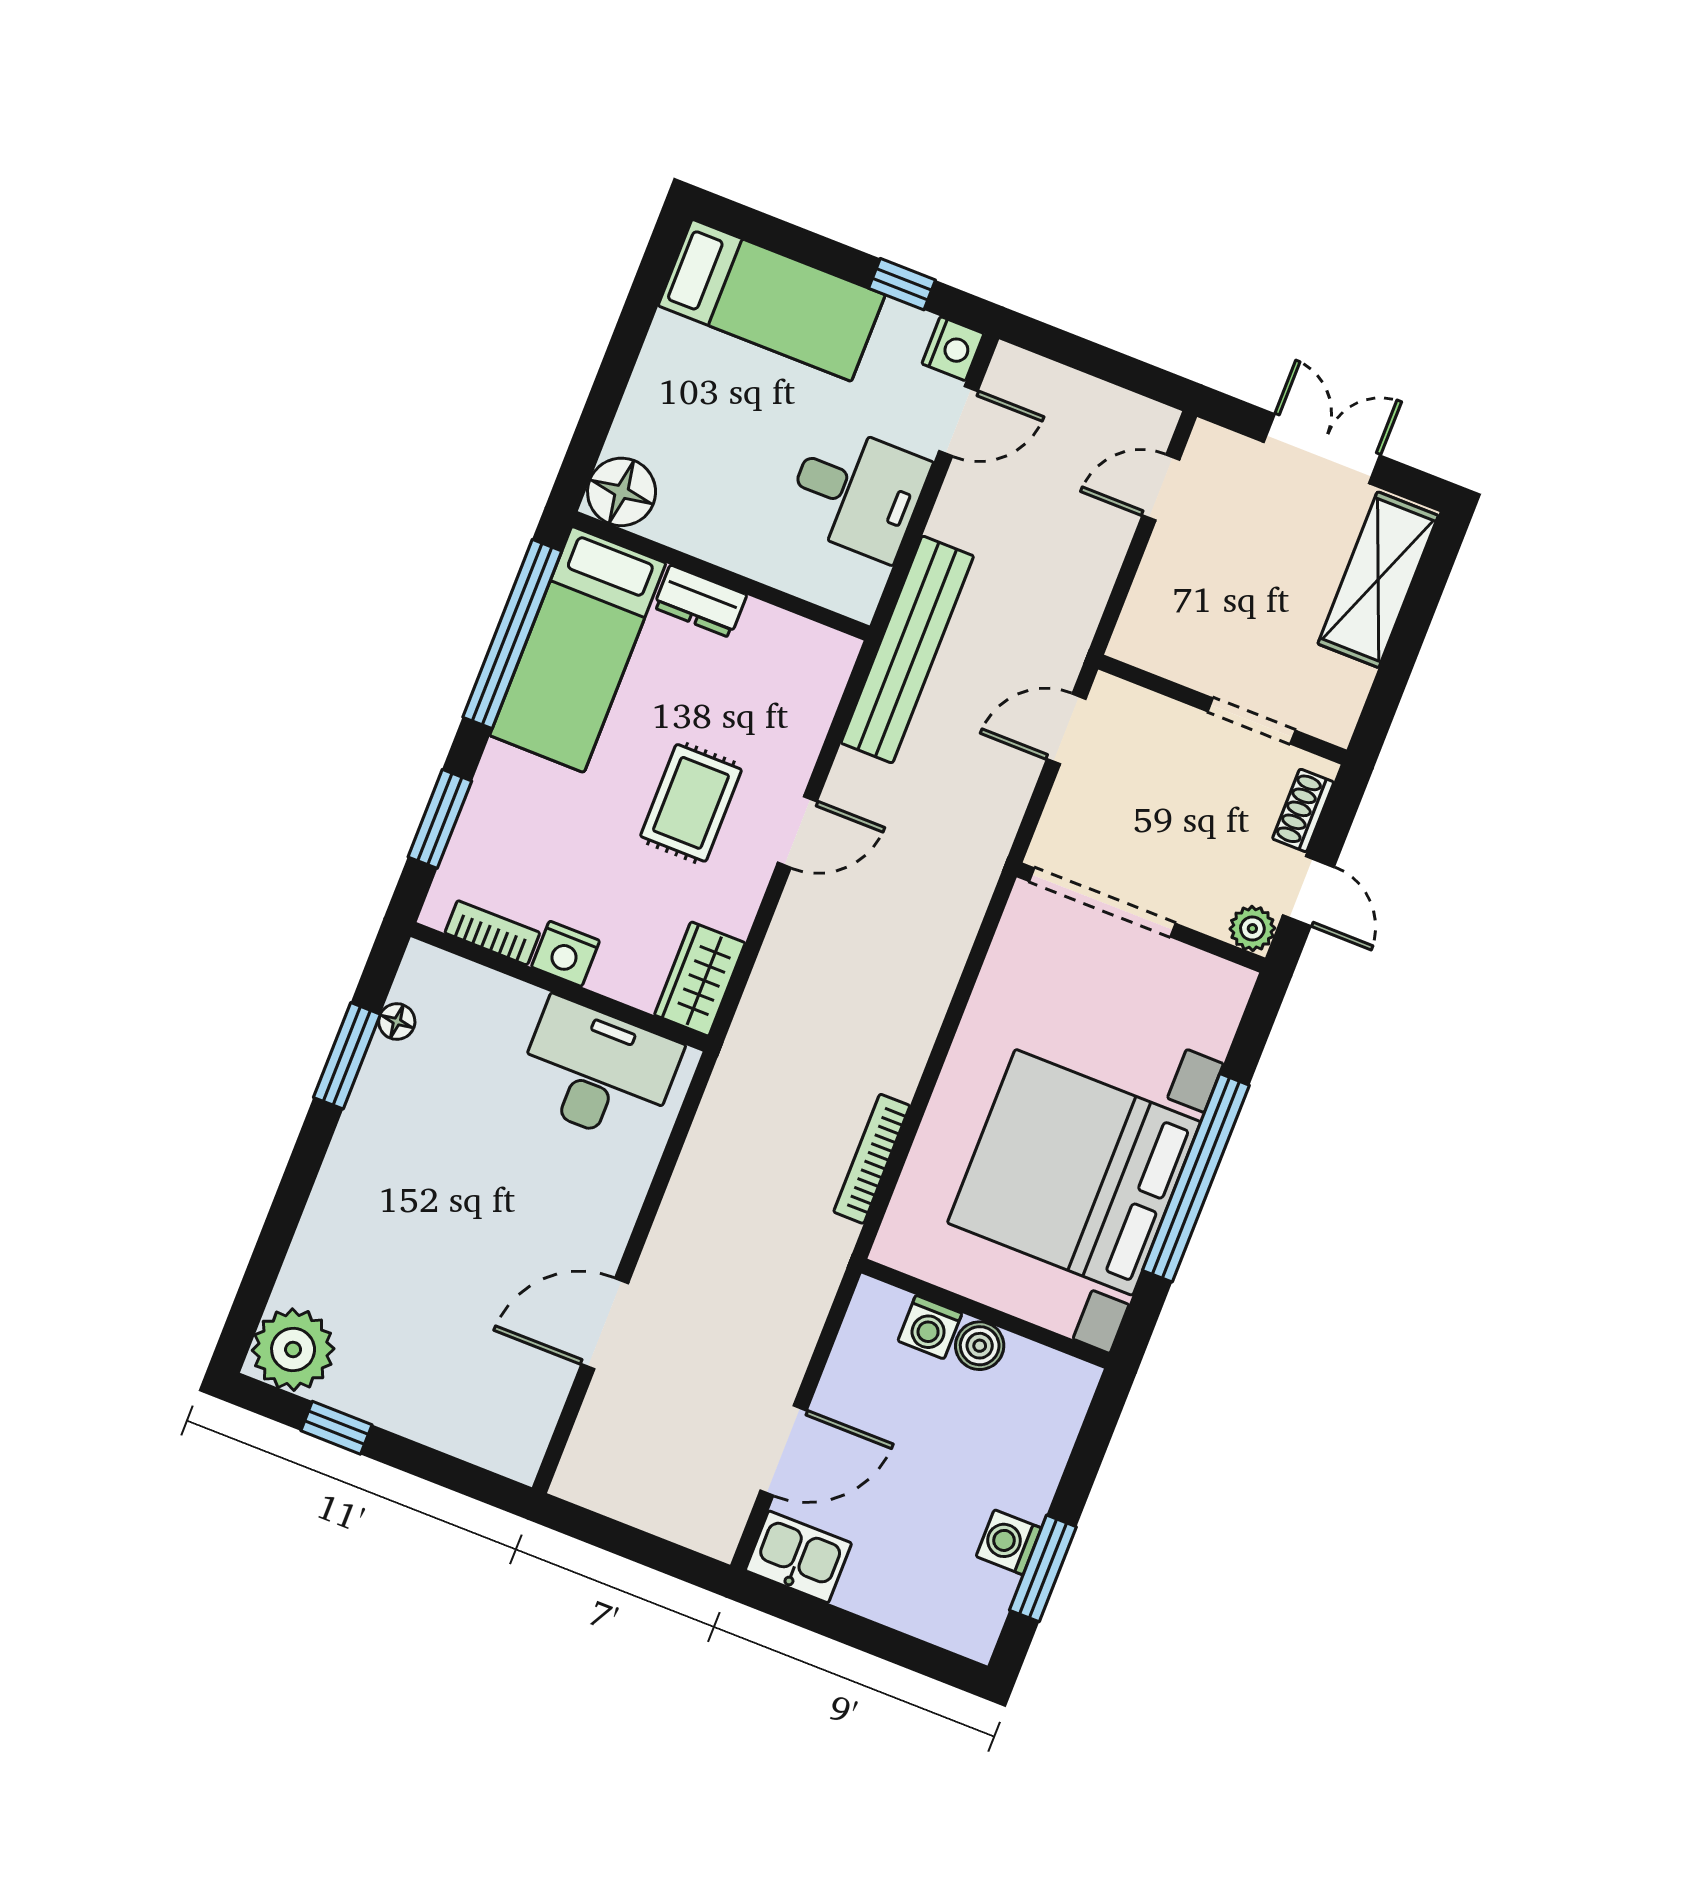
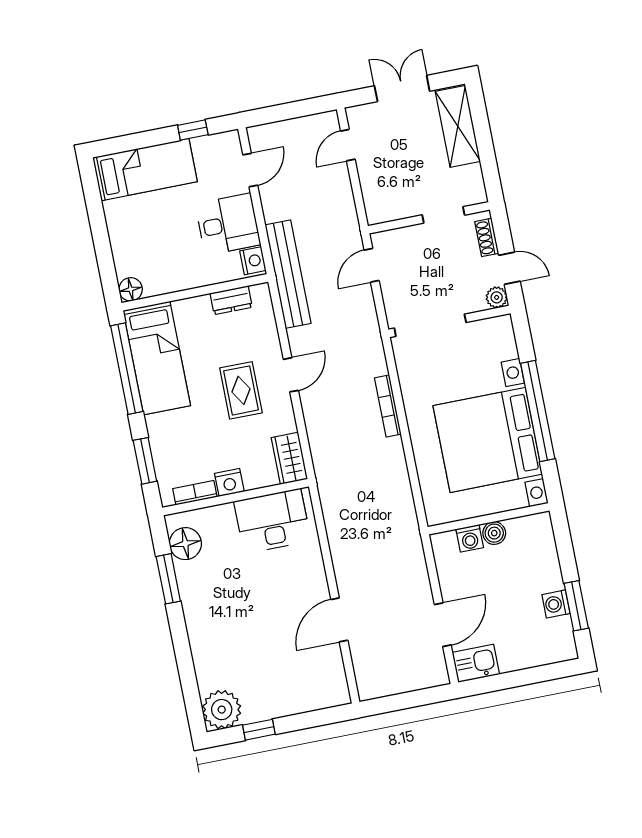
nightstand: (953, 349) -> (253, 261), moved
floor lamp: (622, 492) -> (131, 289), width x0.73, depth x0.73
dresser: (700, 601) -> (231, 300), moved
floor lamp: (397, 1022) -> (185, 544), width x1.89, depth x1.89
bookcase: (872, 1159) -> (388, 406), moved

